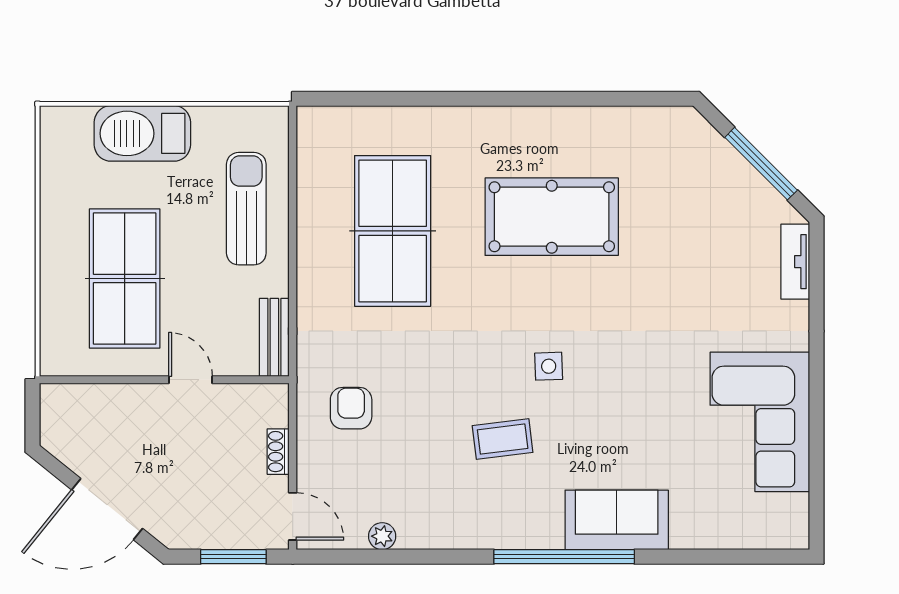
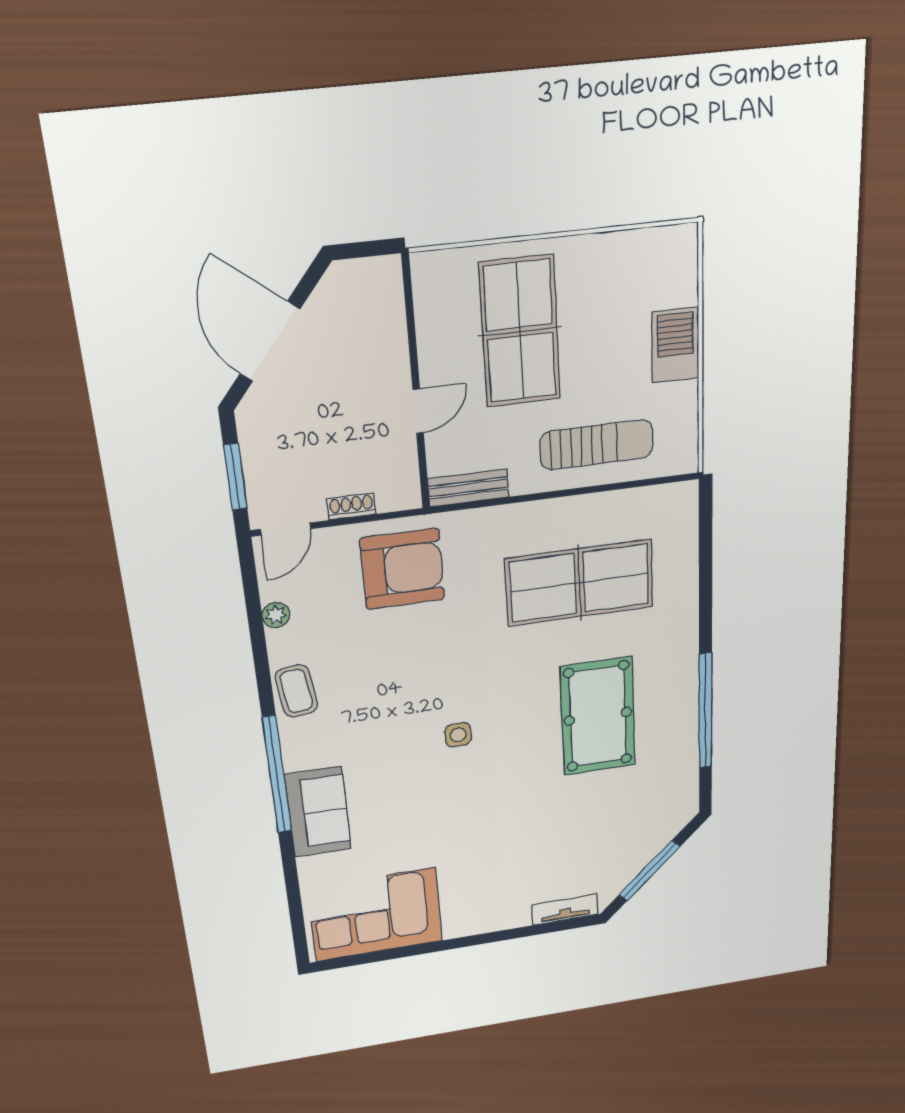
window: (565, 99) -> (705, 711), added
barbecue: (142, 133) -> (675, 345), width x0.73, depth x0.83
table tennis table: (125, 278) -> (520, 332), turned 90
armchair: (351, 408) -> (403, 569), width x1.88, depth x1.88
corner sofa: (760, 422) -> (376, 915), moved
coffee table: (503, 439) -> (296, 691), moved

